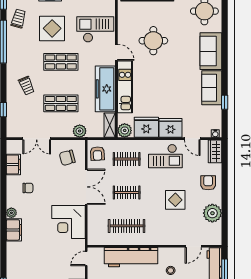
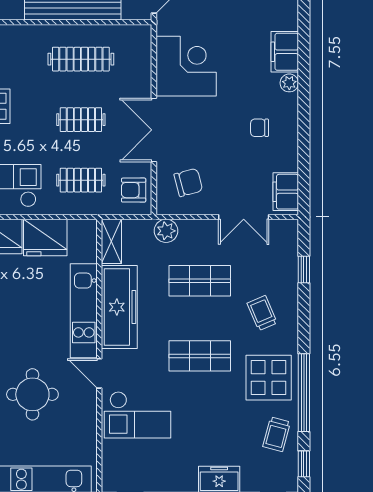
display table: (52, 28) -> (269, 378), moved
plant: (125, 130) -> (84, 232), removed
double door: (37, 139) -> (244, 217), swing flipped
armchair: (97, 154) -> (134, 190), turned -87
filing cabinet: (13, 164) -> (286, 192), moved

